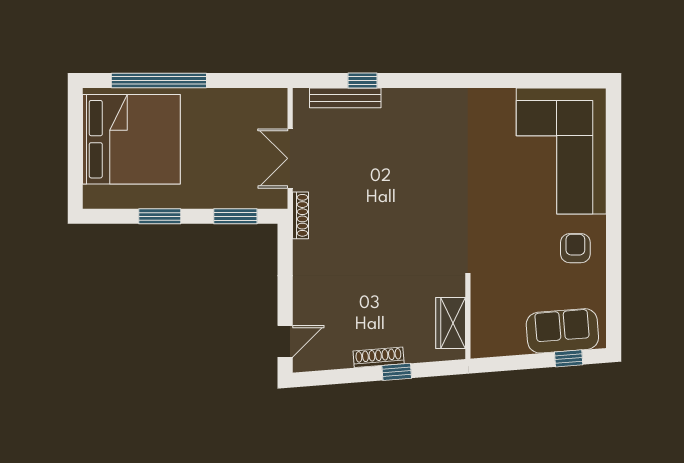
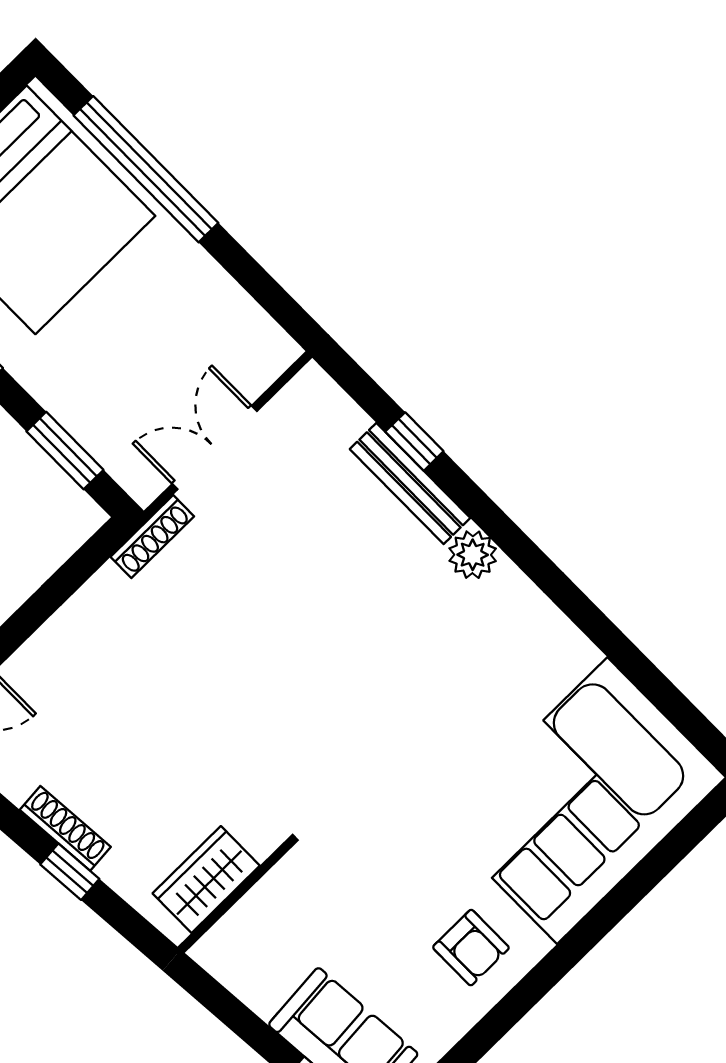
bench: (345, 98) -> (410, 483), moved
plant: (427, 101) -> (473, 555), added
armchair: (575, 248) -> (471, 948), turned 90

